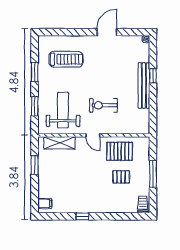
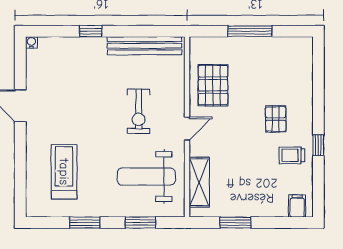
bench: (144, 85) -> (144, 46), moved
pallet: (121, 177) -> (276, 119), moved
trolley: (143, 204) -> (292, 155), moved

